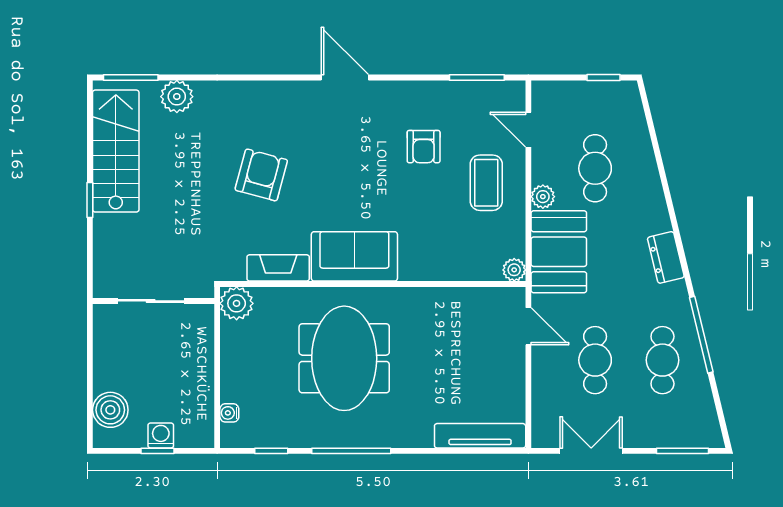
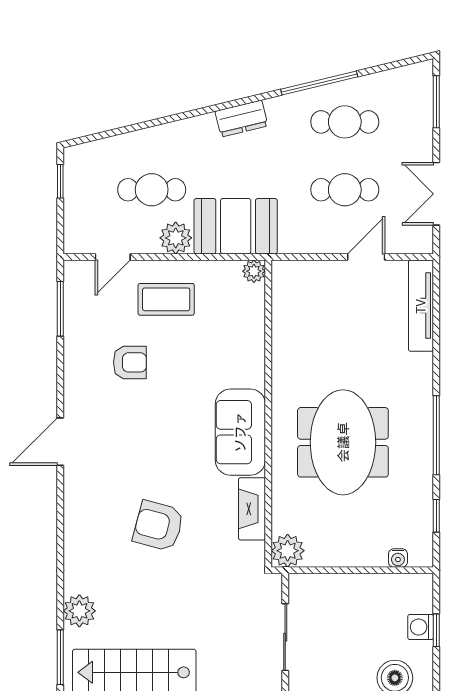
plant: (543, 197) -> (176, 238), width x1.38, depth x1.38
door: (528, 326) -> (366, 257), moved
meeting table: (344, 358) -> (343, 442), turned 90

